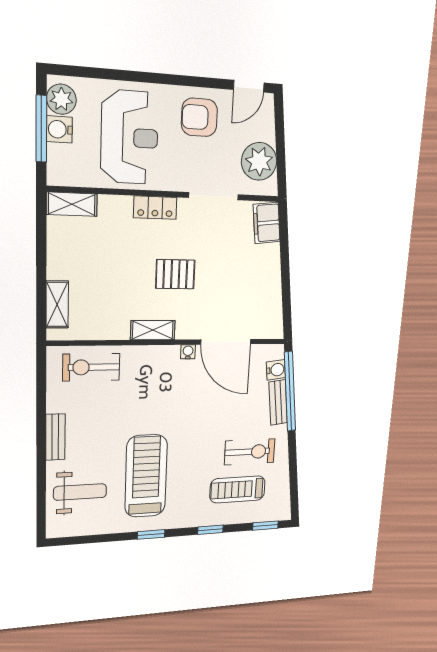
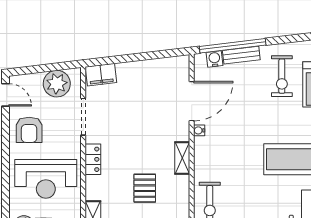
reception desk: (130, 137) -> (46, 179), turned 180
pallet: (175, 274) -> (145, 188), moved
exercise bike: (250, 452) -> (282, 76), turned 180

